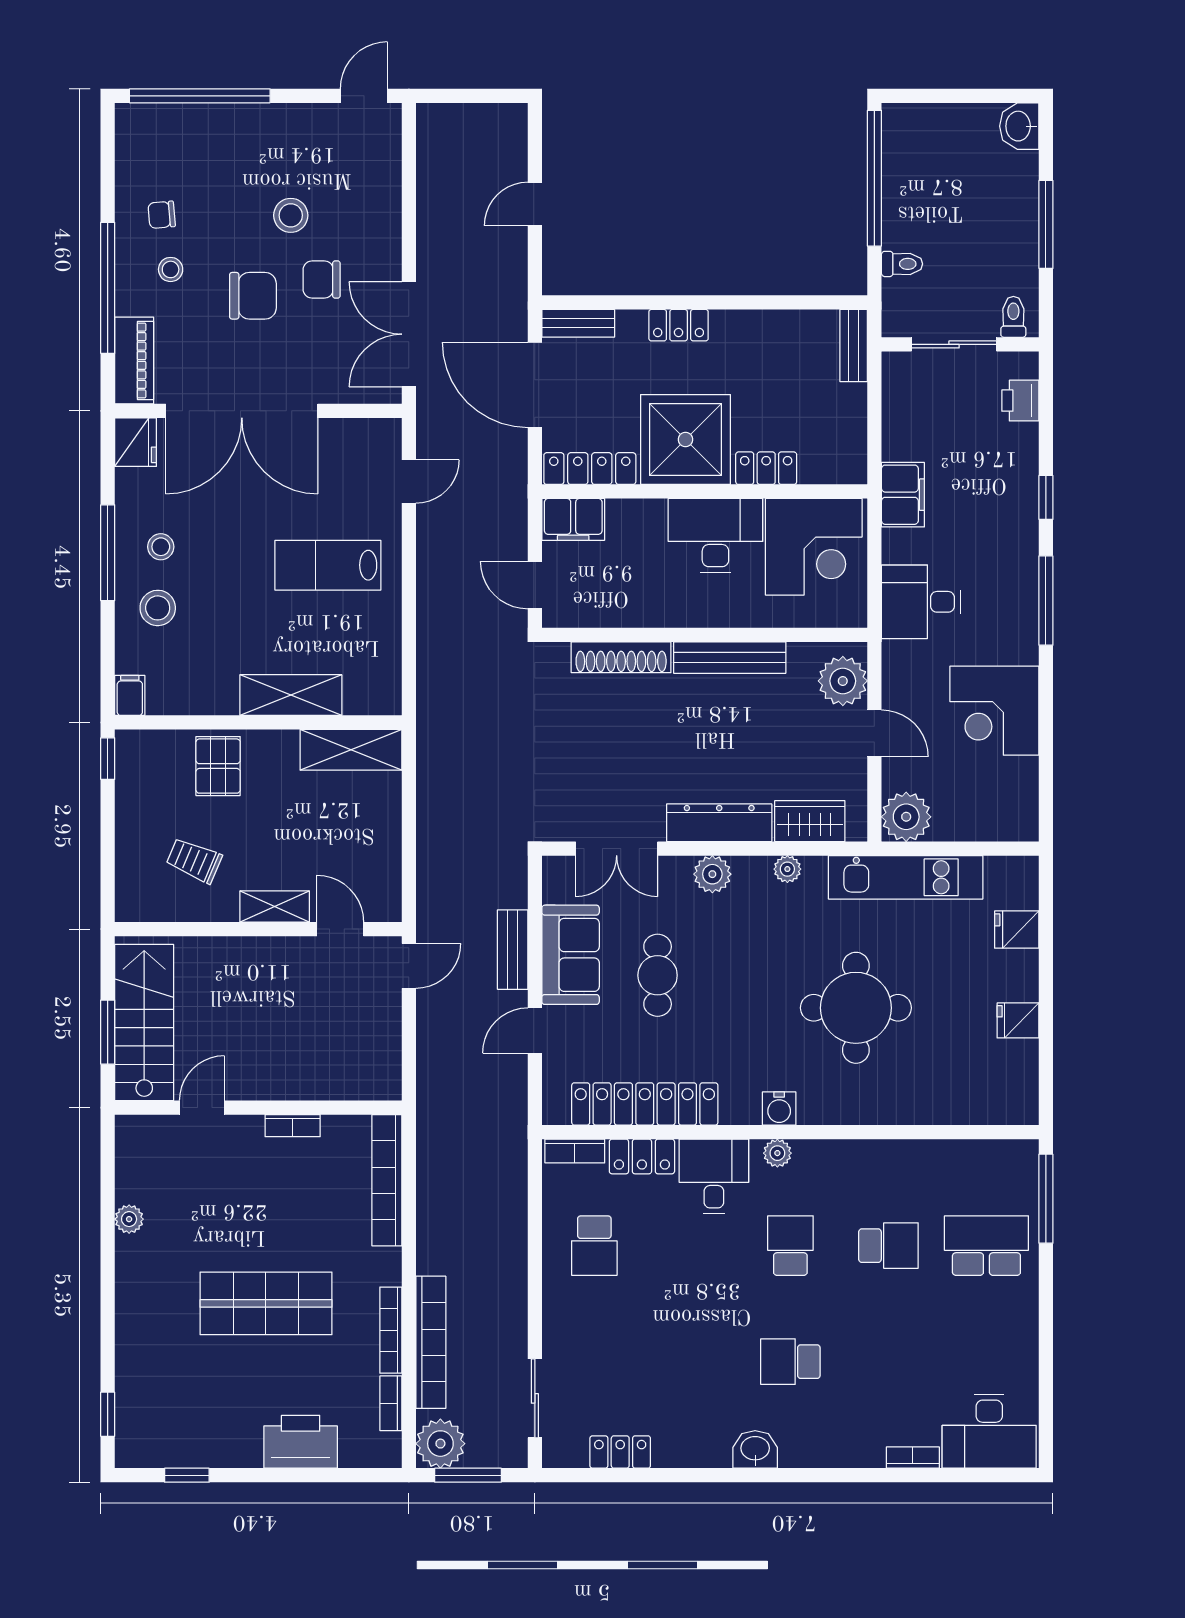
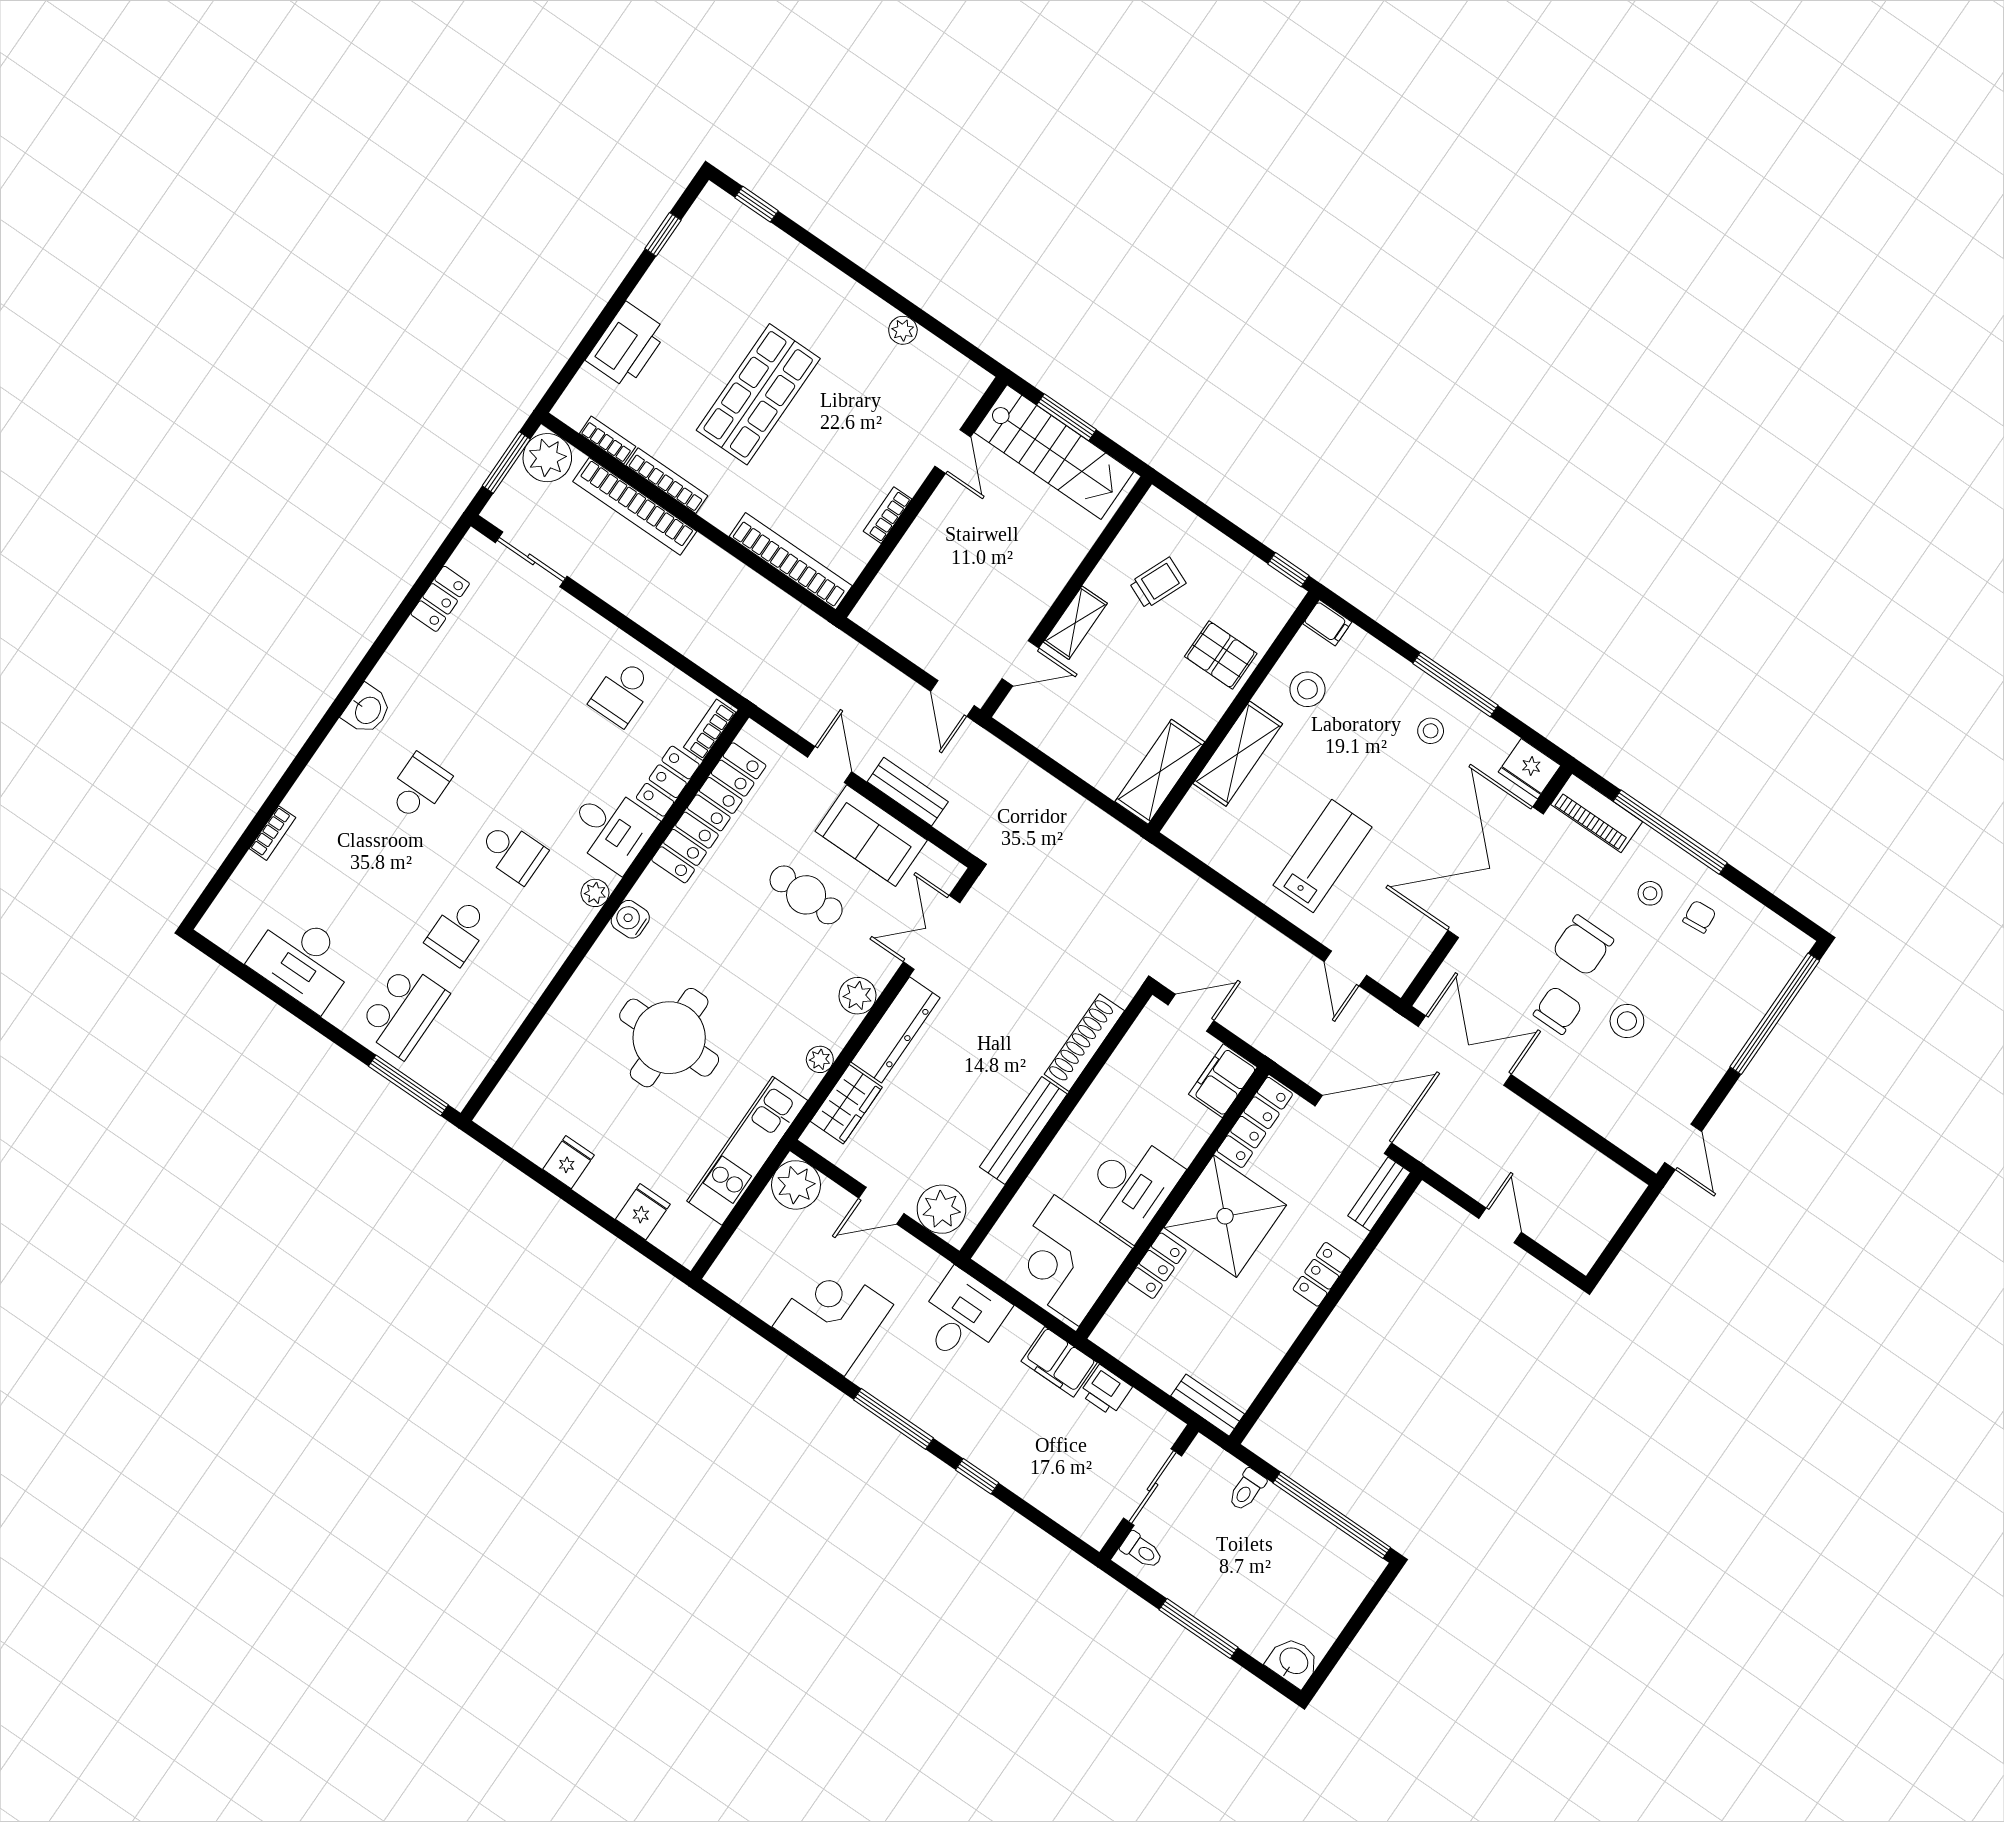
printer: (1020, 401) -> (1106, 1390), moved, turned 180
stool: (158, 608) -> (1307, 689), moved
school desk: (594, 1246) -> (622, 693), turned -90
desk: (989, 1431) -> (303, 961), moved, turned -90

